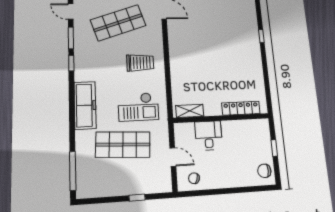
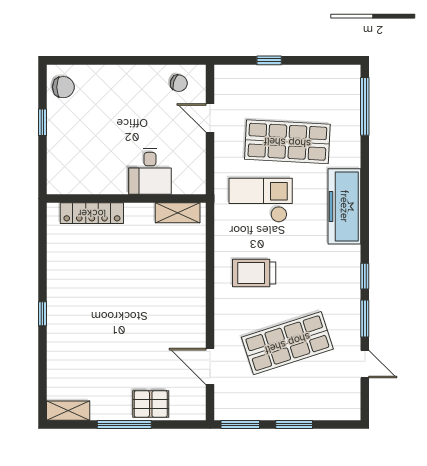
locker: (241, 108) -> (92, 213), moved
shelving: (190, 111) -> (178, 213), moved
wall: (221, 118) -> (126, 198), moved
desk: (209, 135) -> (150, 171), moved

